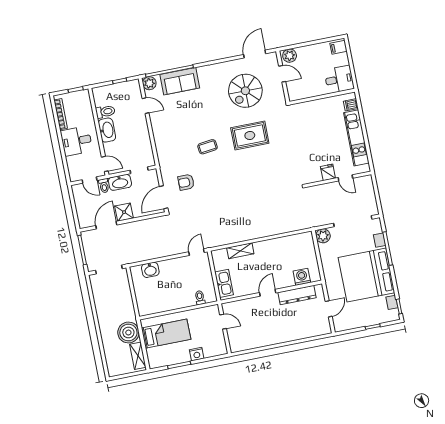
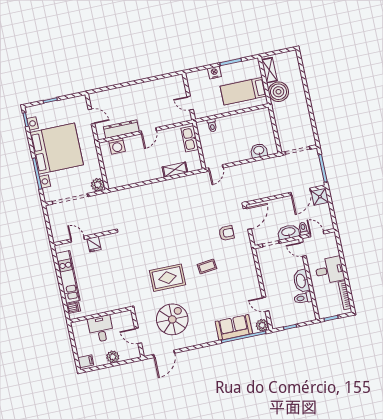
plant: (290, 56) -> (113, 357), moved
desk: (339, 79) -> (101, 329), moved, turned 90
shower: (124, 212) -> (320, 197), moved
door: (329, 309) -> (91, 116), swing flipped

